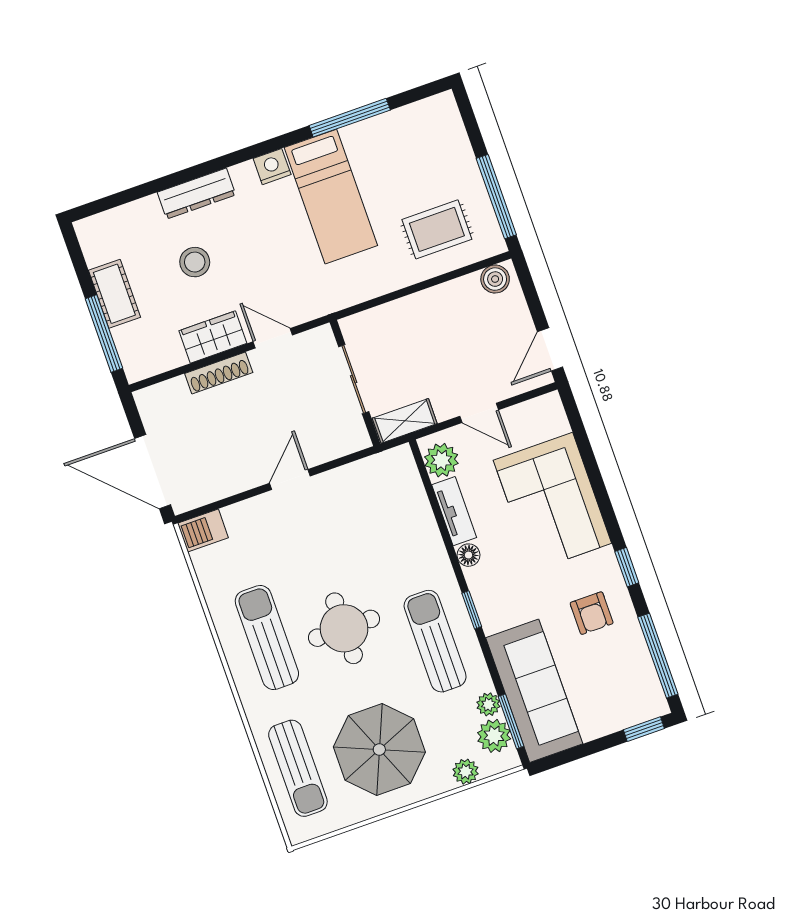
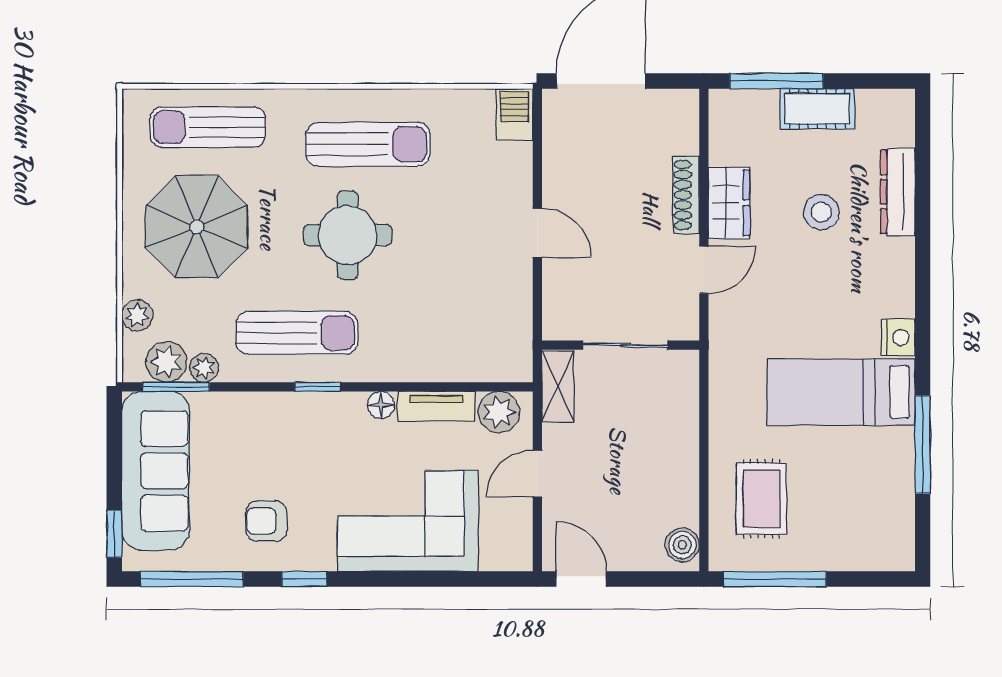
dresser: (197, 194) -> (898, 192), moved
sofa: (534, 691) -> (156, 471), moved, turned -90

